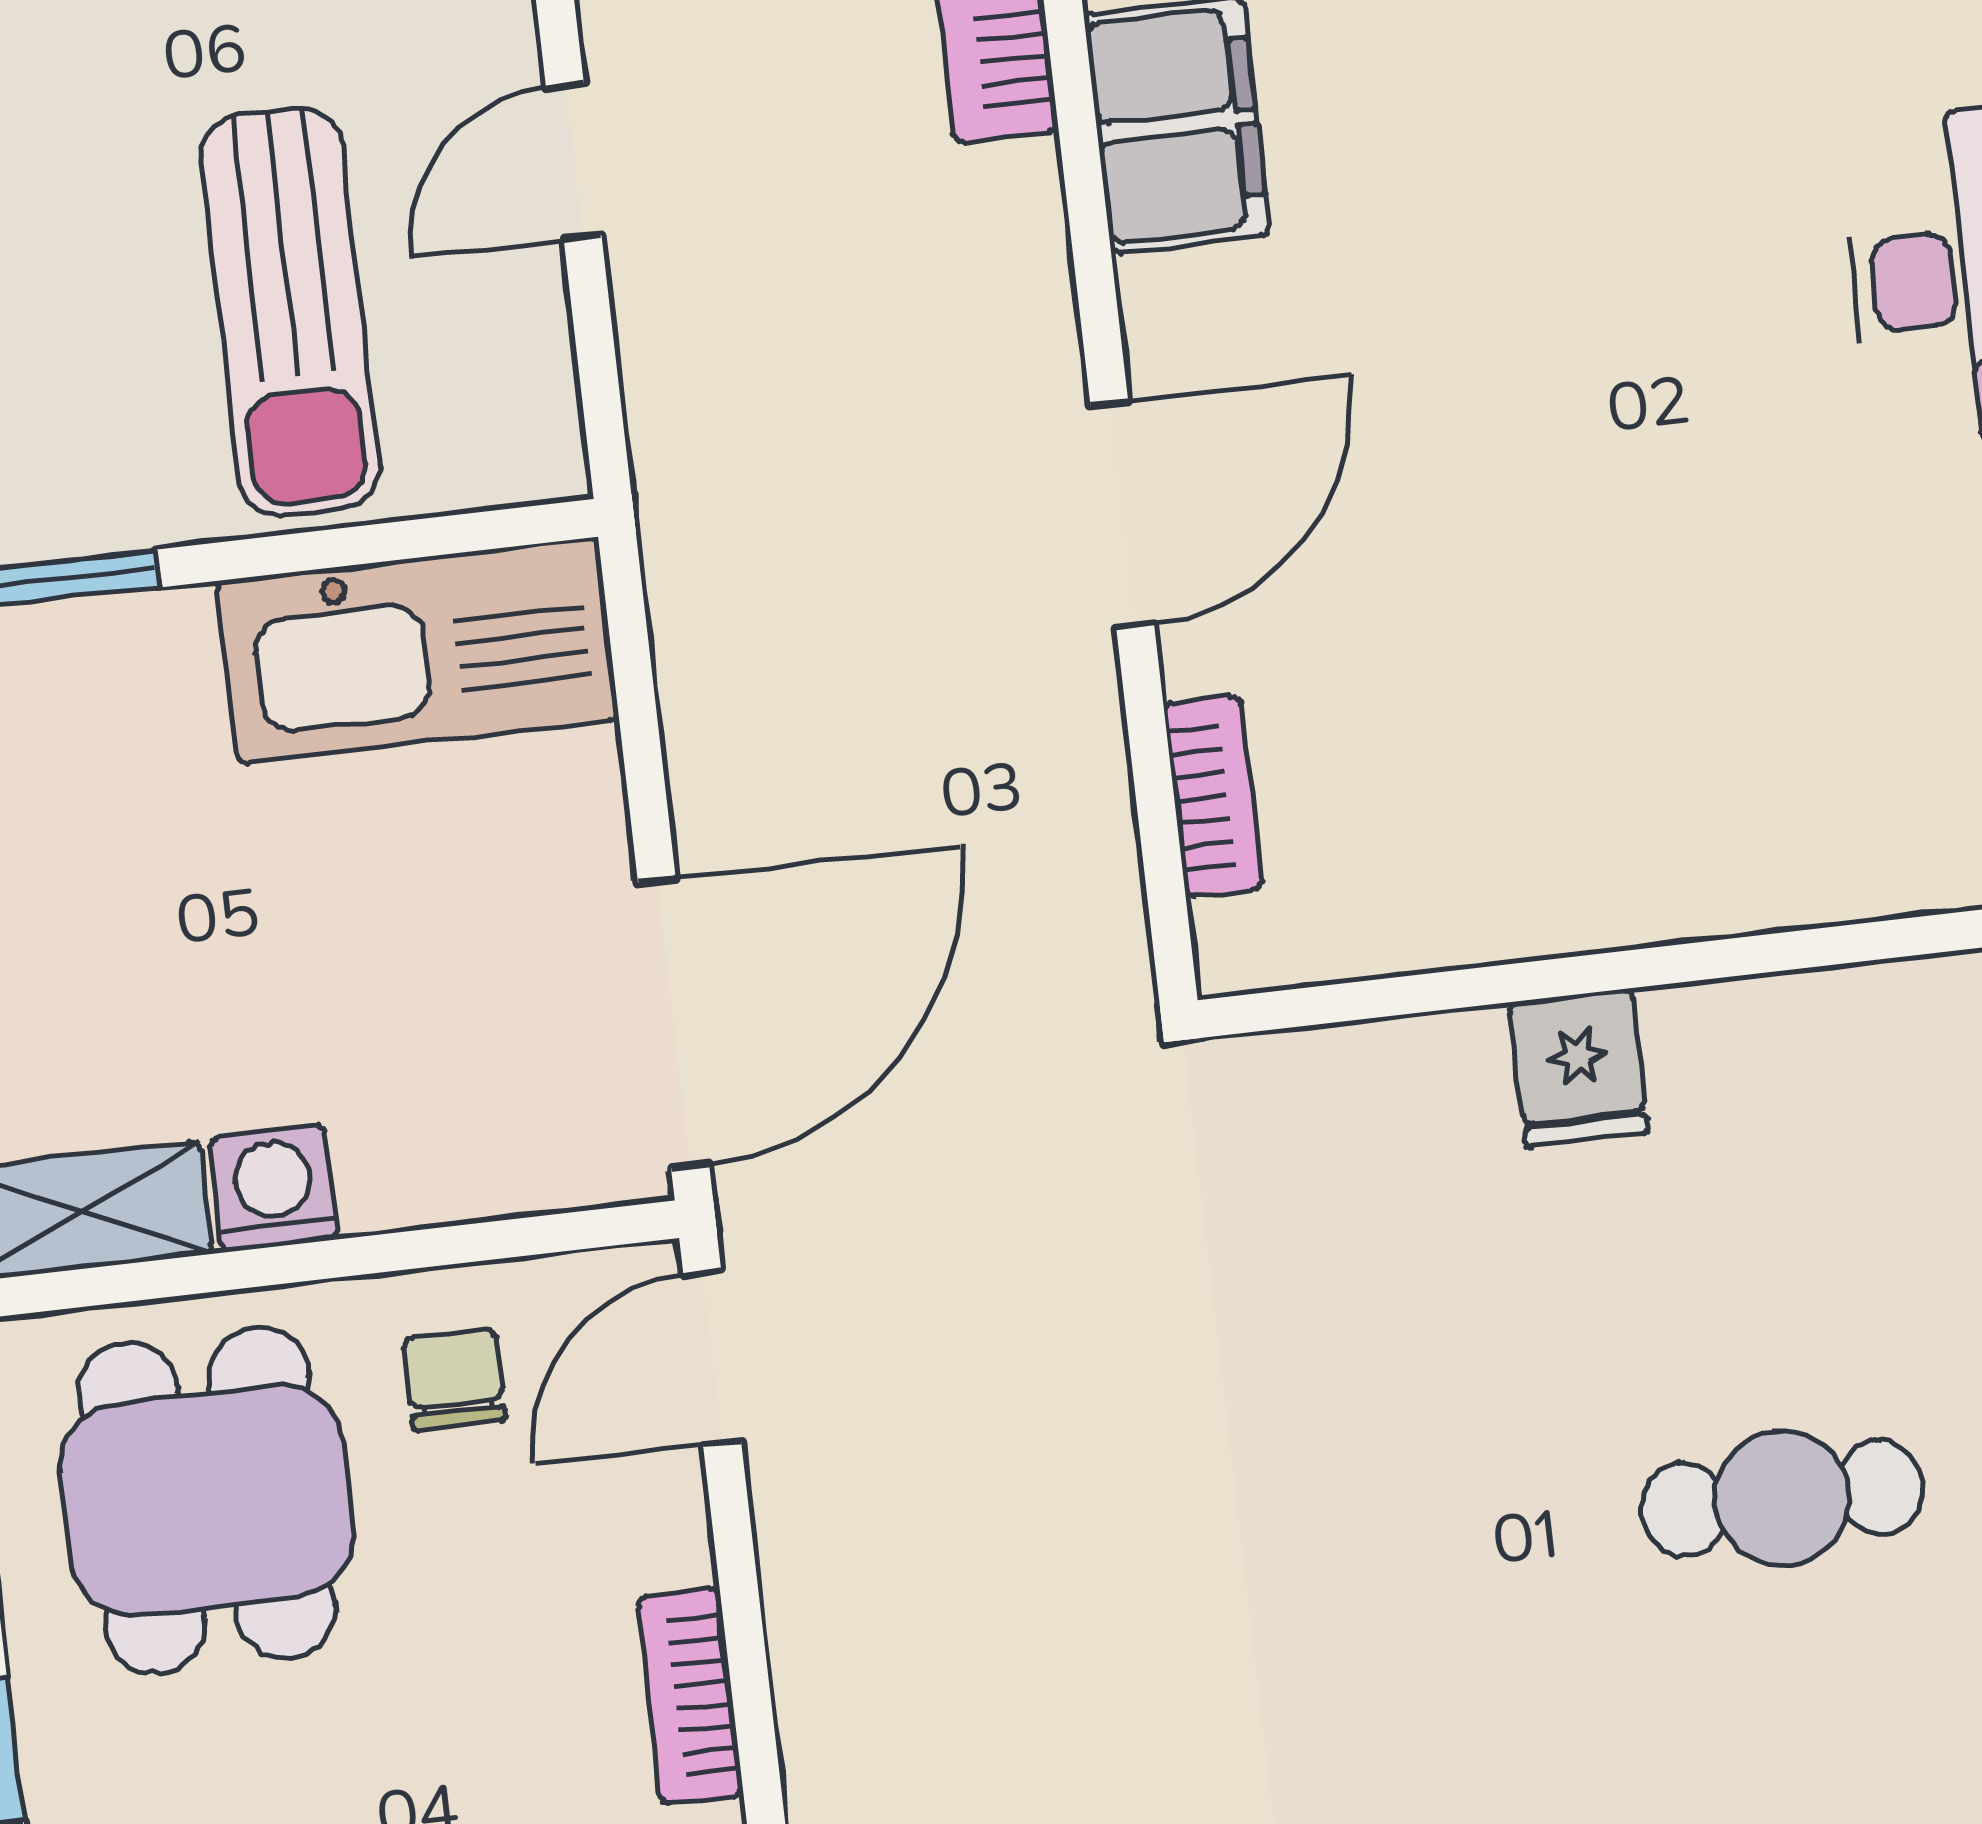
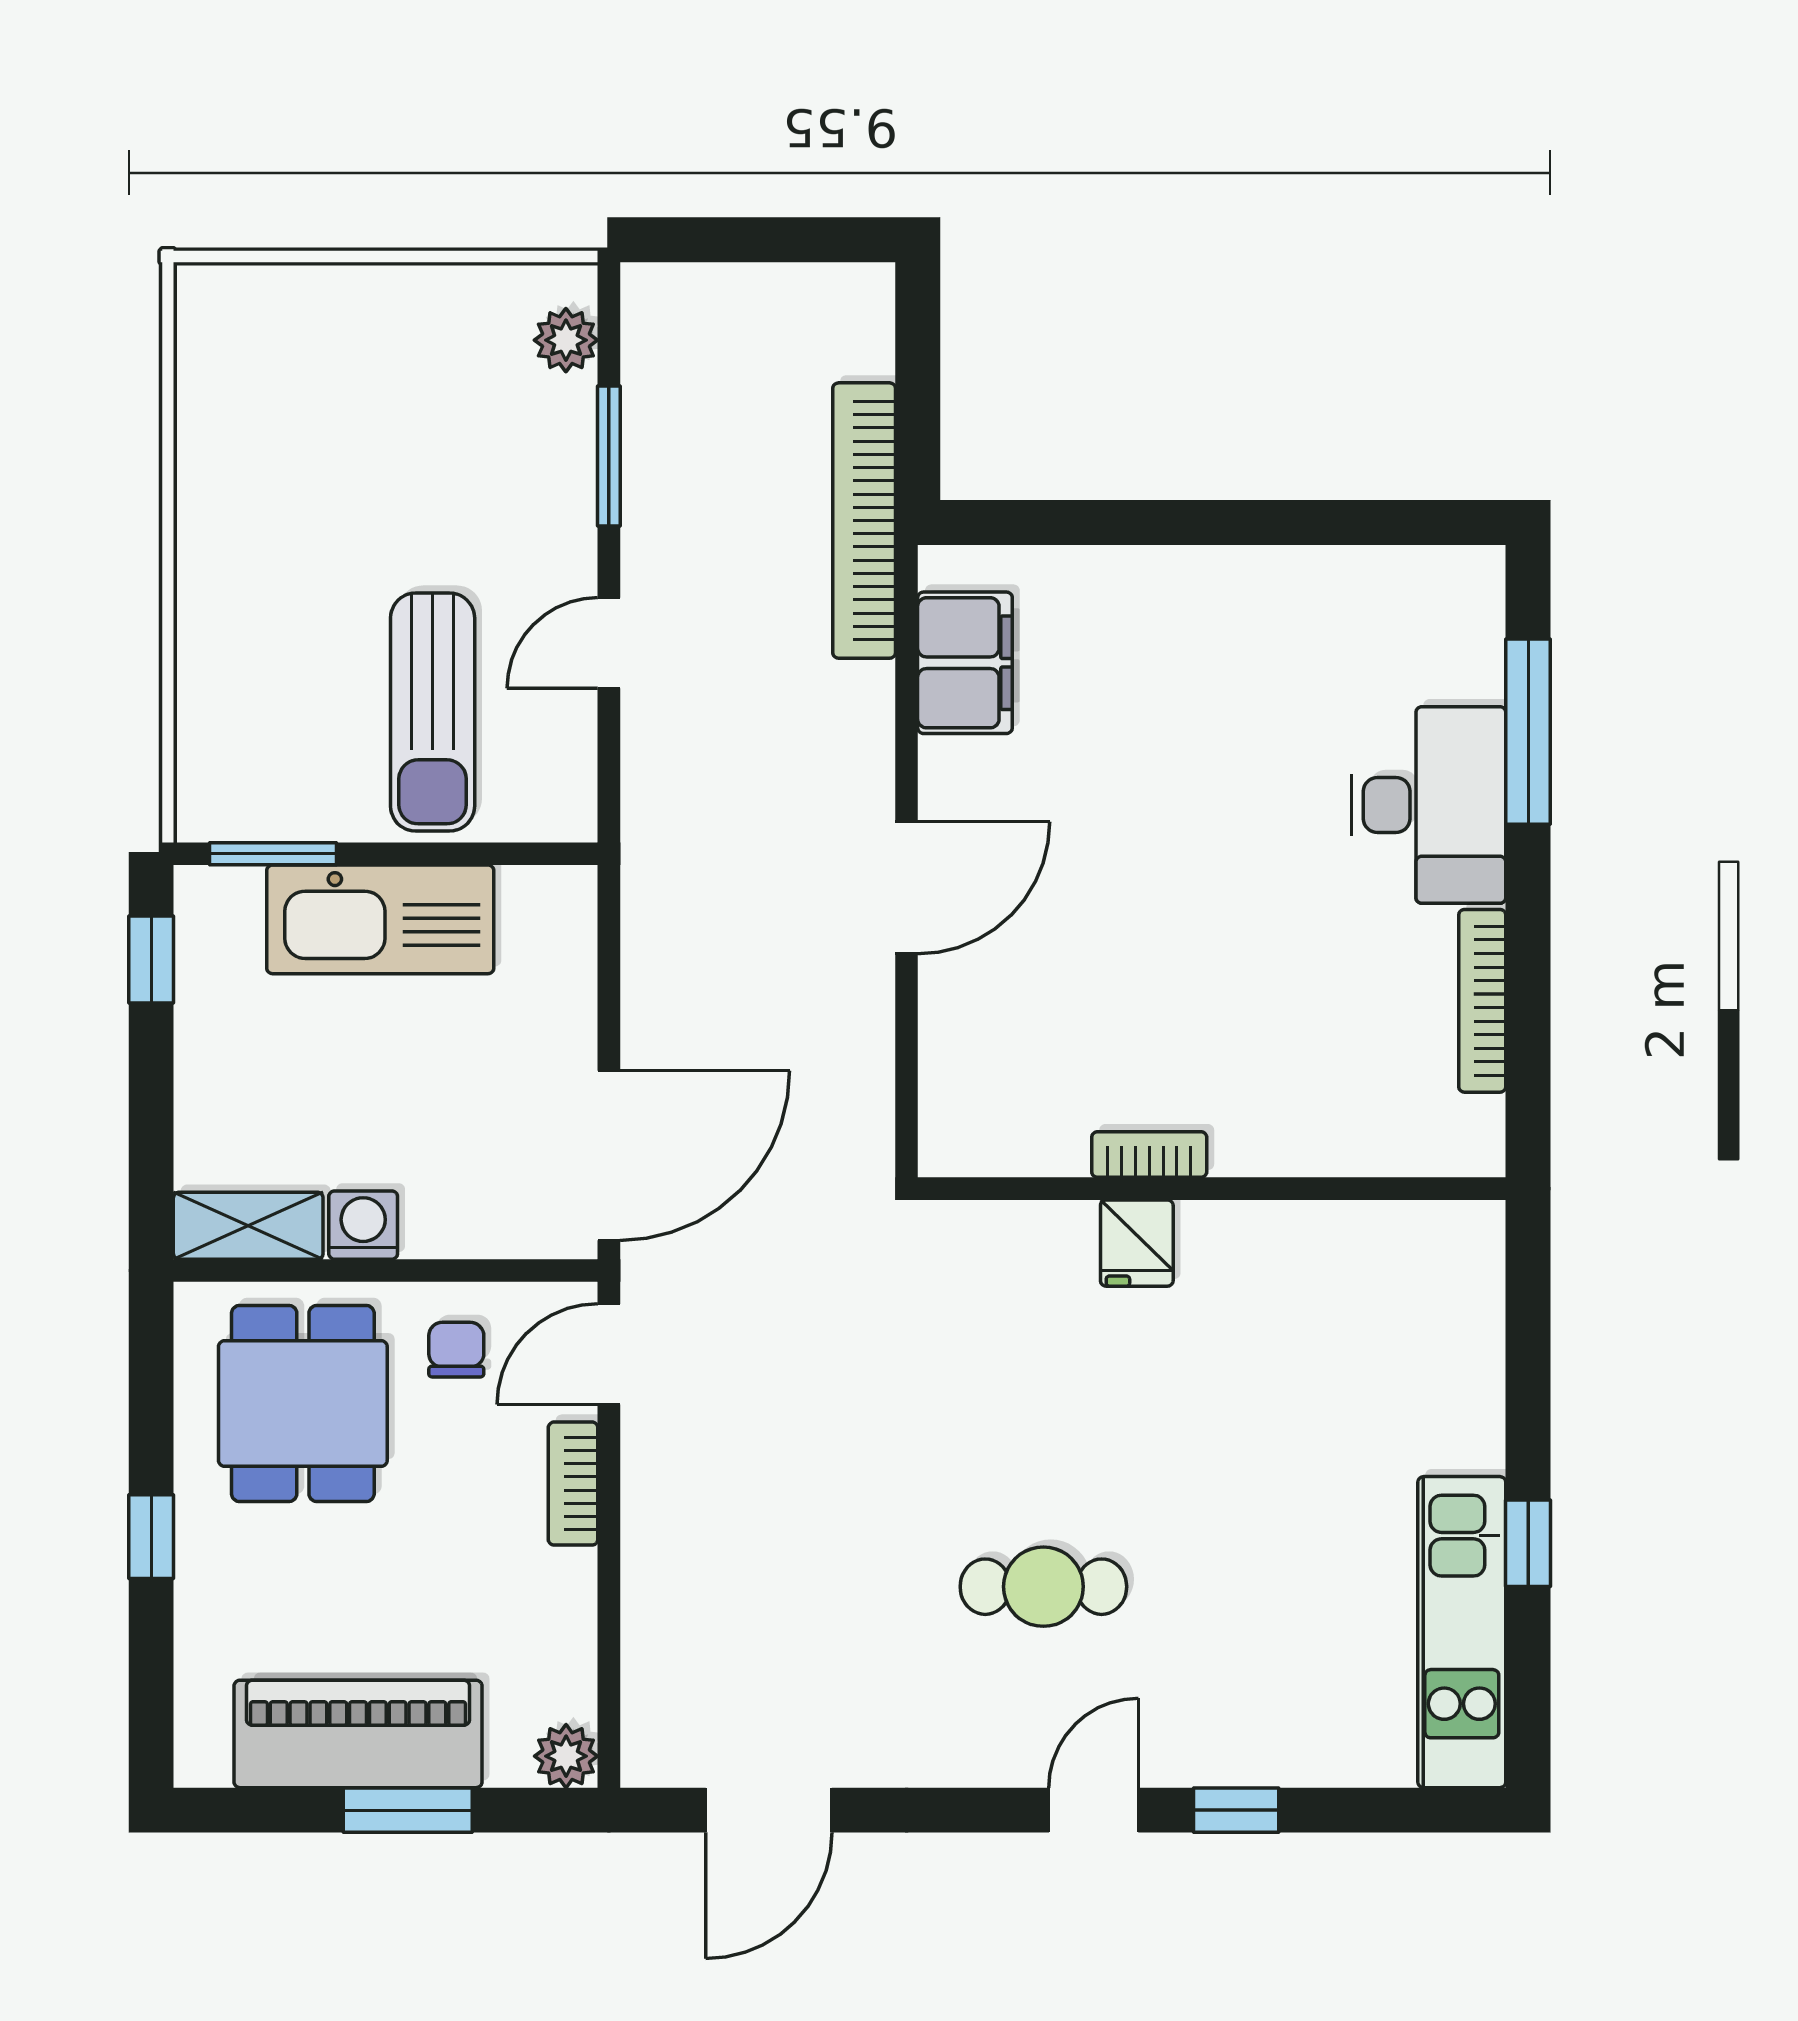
kitchen sink: (418, 650) -> (380, 919), moved
bookcase: (1213, 796) -> (1149, 1155), moved, turned -90
cafe table: (1782, 1498) -> (1043, 1587), moved
bookcase: (690, 1696) -> (573, 1484), moved

